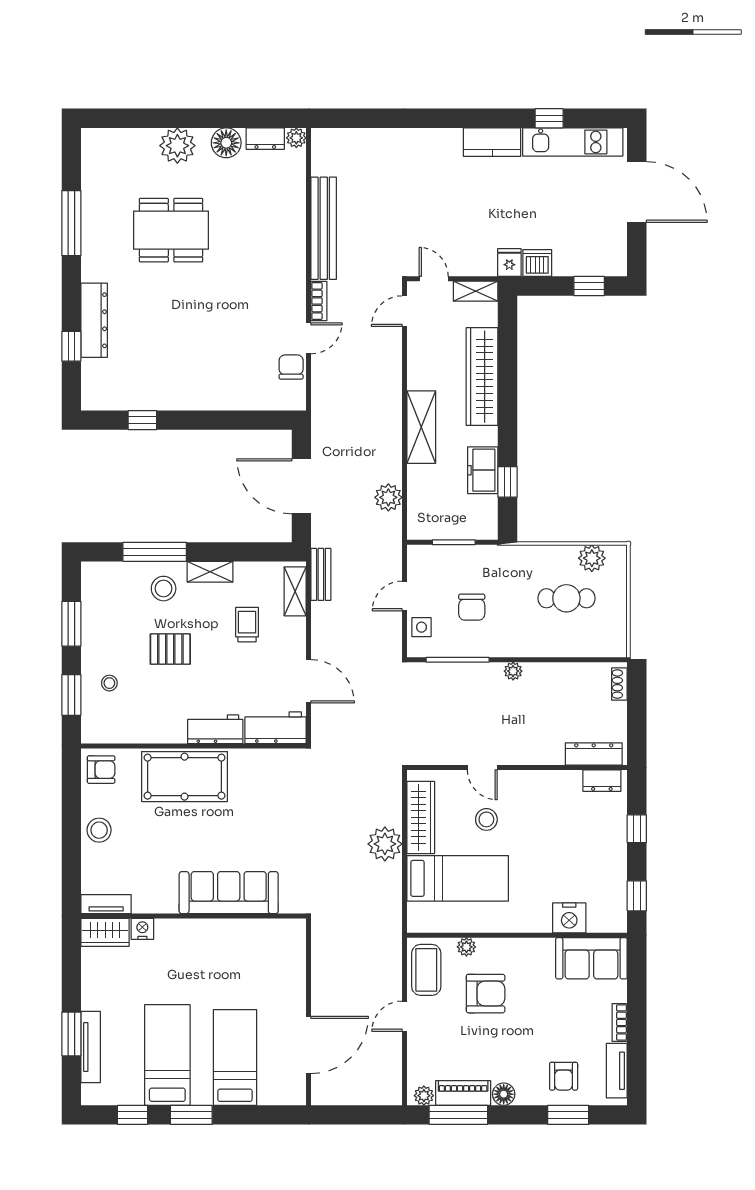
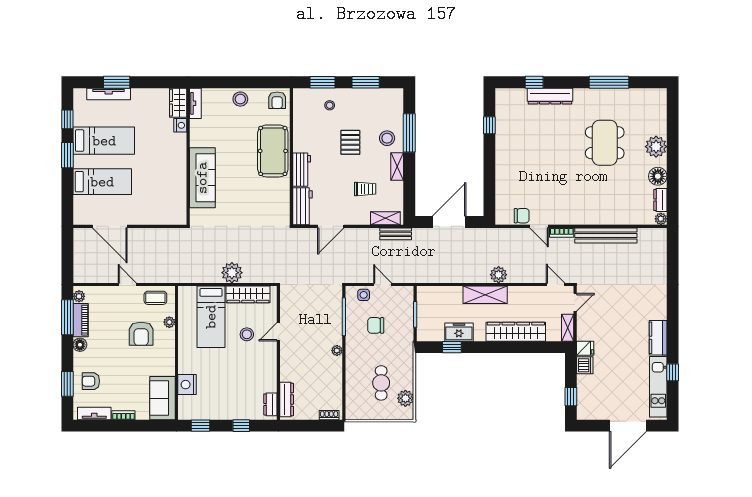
plant: (388, 497) -> (499, 275), moved
coffee table: (426, 970) -> (155, 298), width x0.73, depth x0.77

